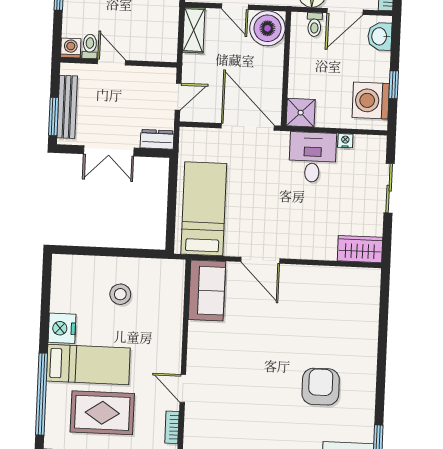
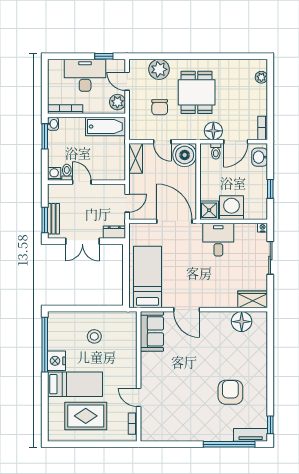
washing machine: (371, 101) -> (232, 208), moved, turned 90
bench: (67, 107) -> (53, 219), width x0.73
nightstand: (345, 141) -> (263, 228), moved
floor lamp: (342, 282) -> (242, 322), added
window: (41, 394) -> (45, 345), moved

